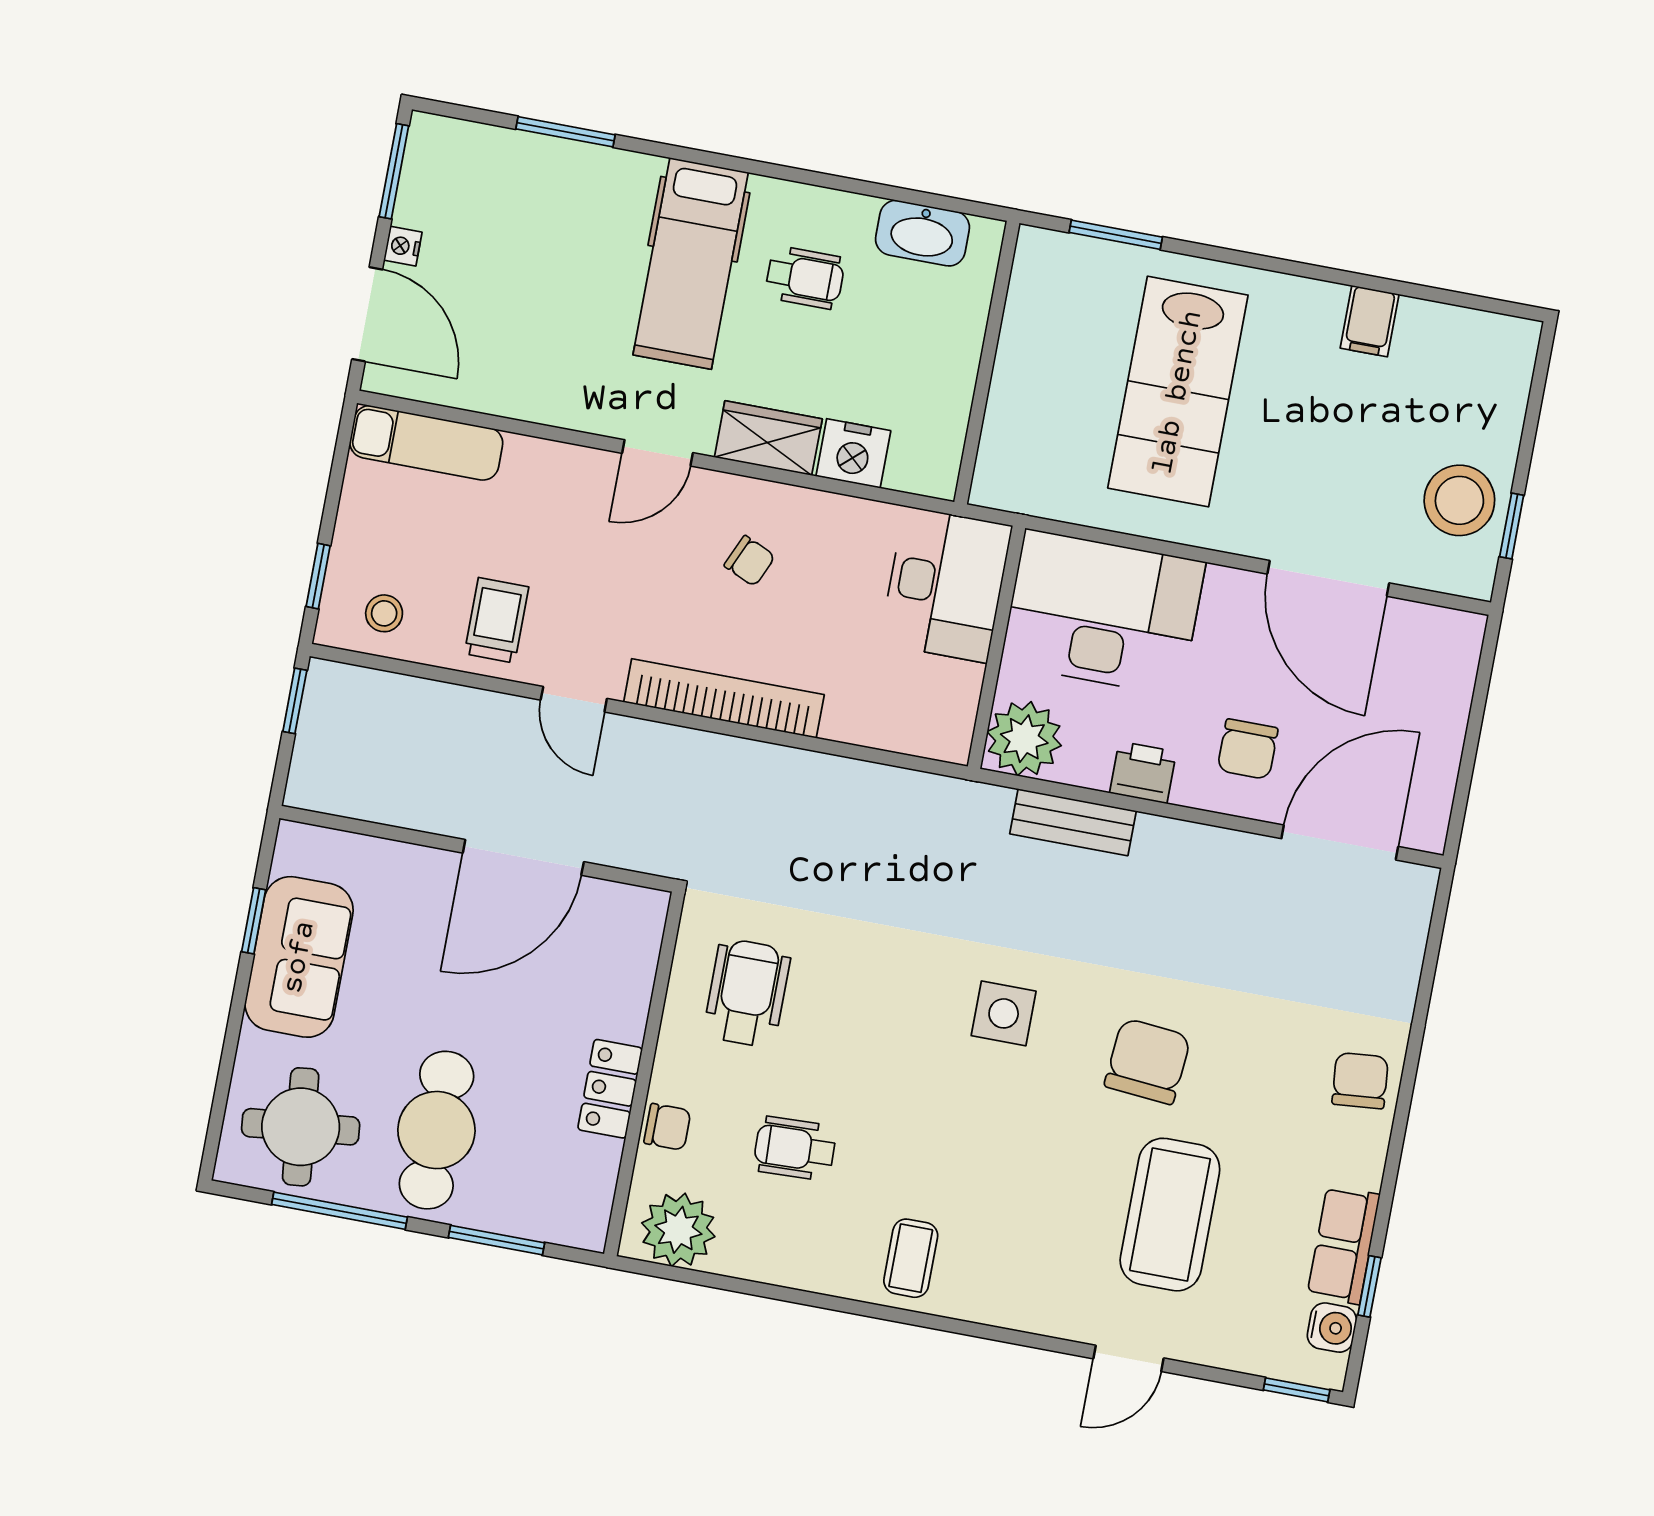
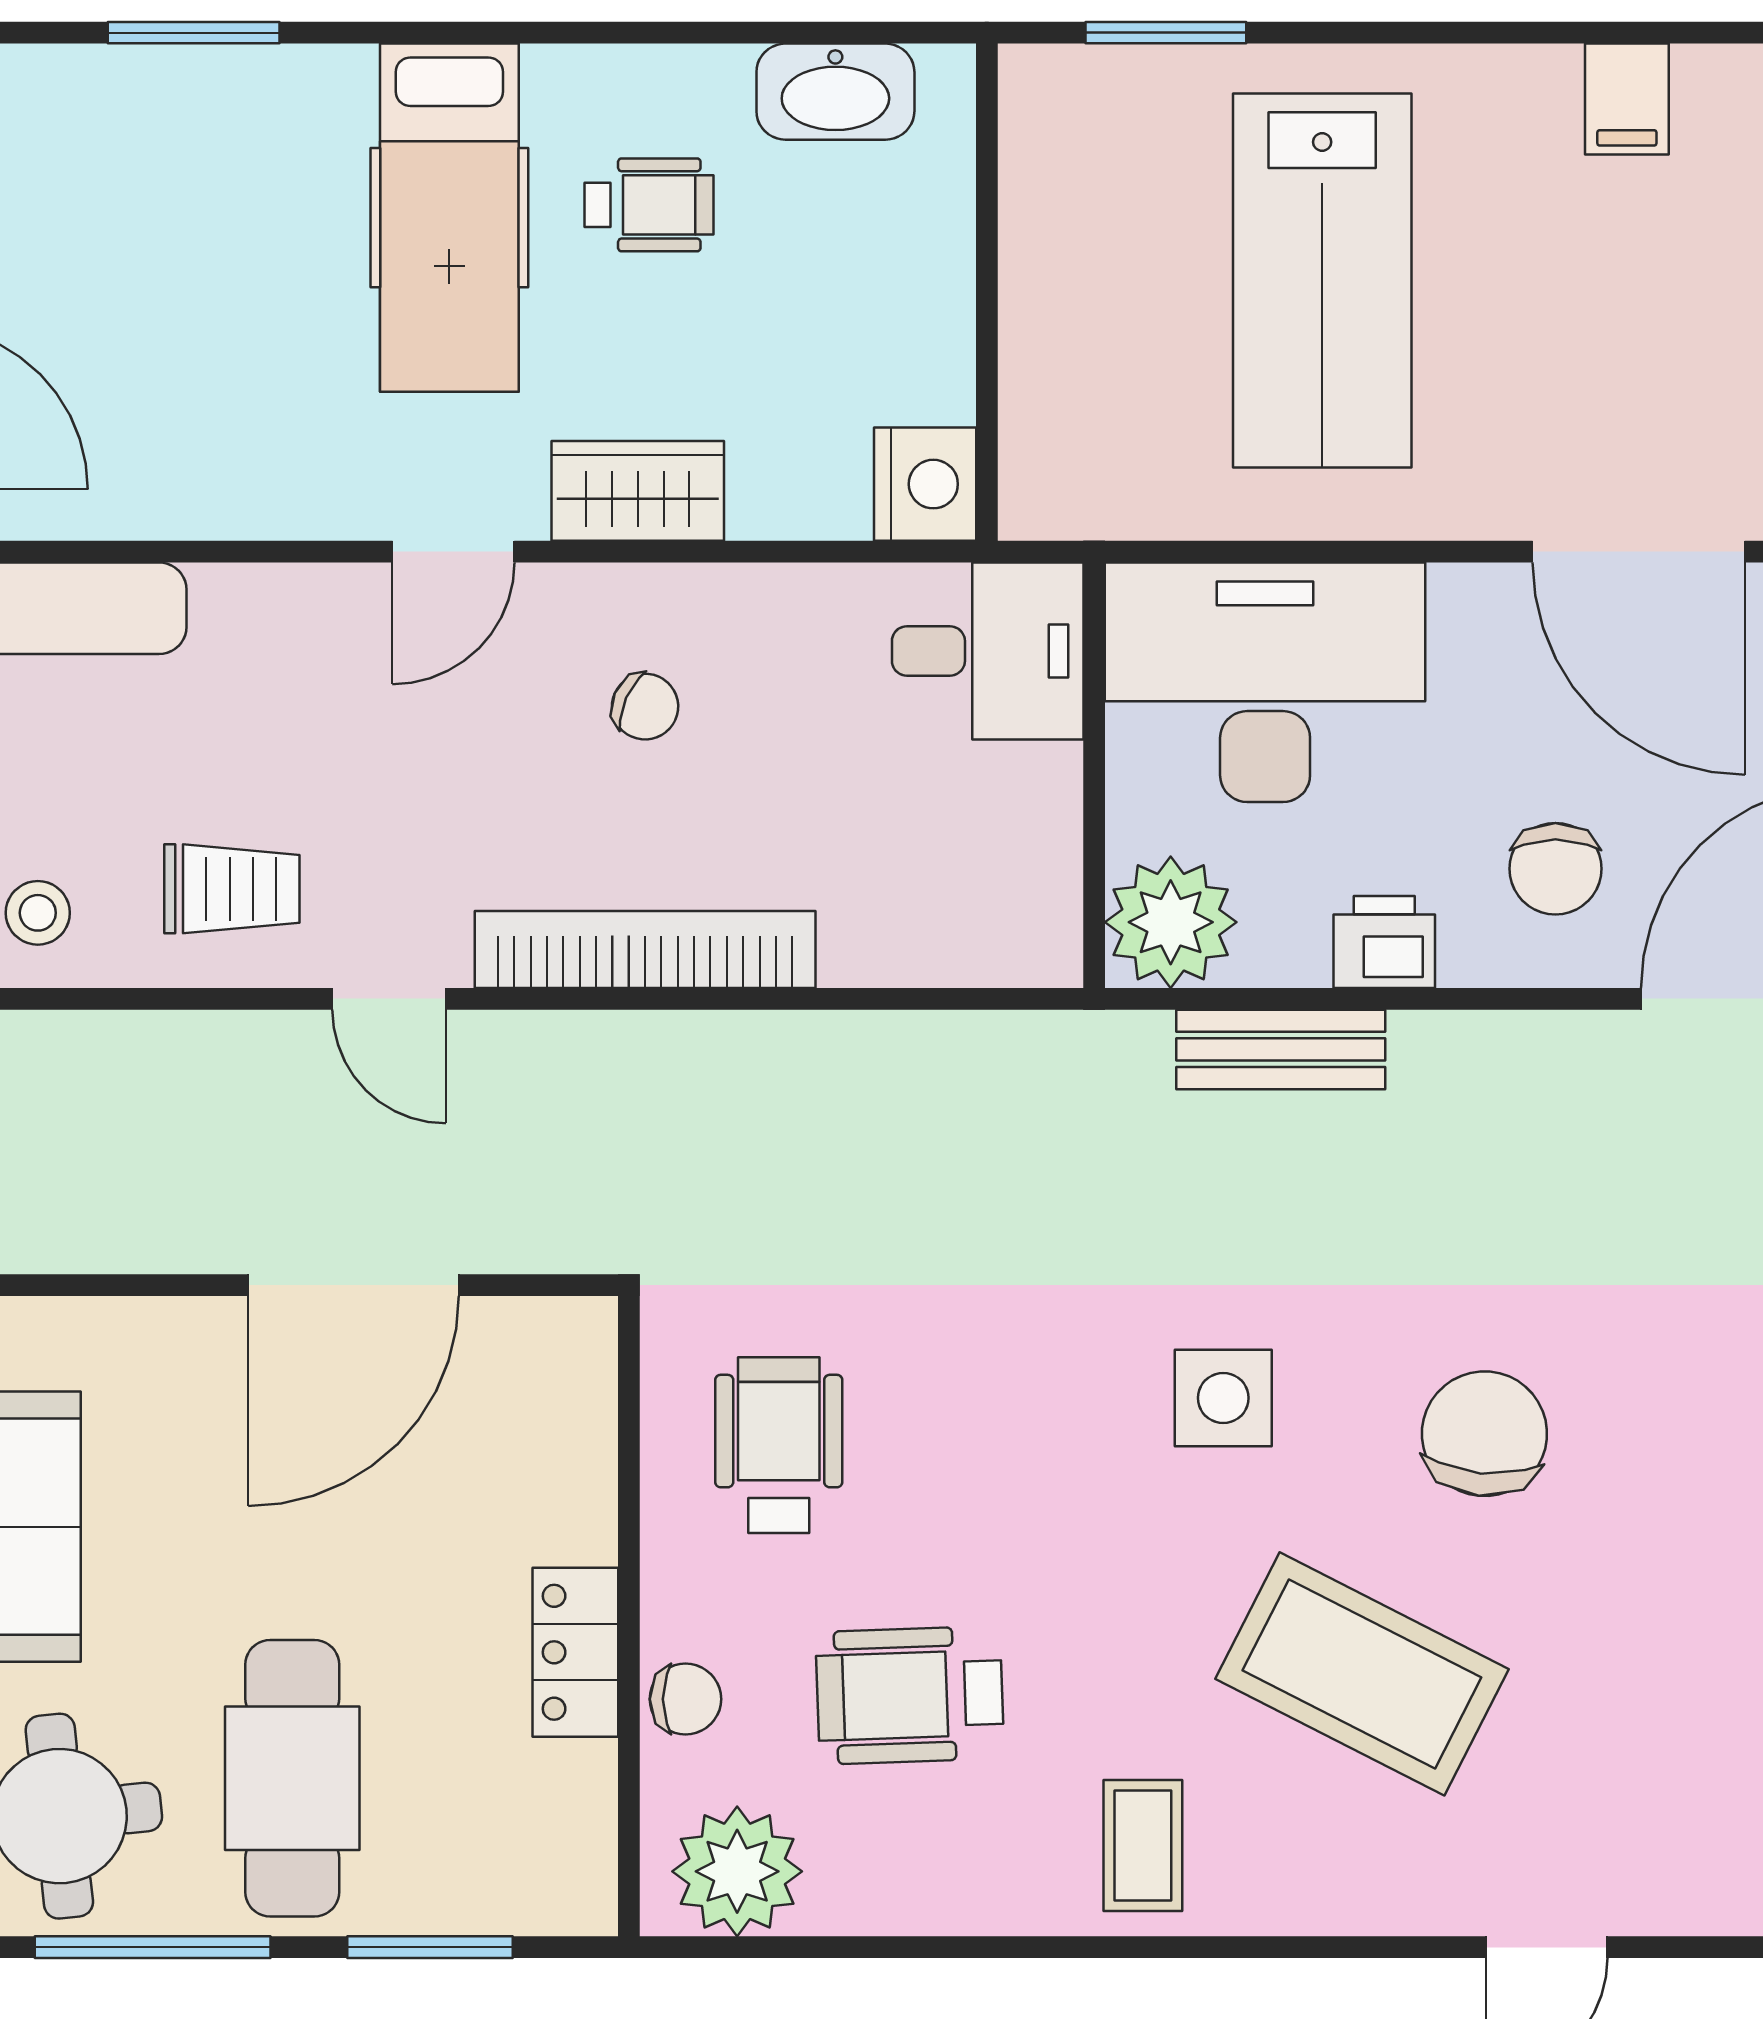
nightstand: (853, 453) -> (925, 484), moved, turned -90
desk: (946, 584) -> (988, 651), width x0.73
trolley: (497, 620) -> (232, 889), turned 90
wheelchair: (795, 1148) -> (910, 1695), width x1.36, depth x1.37
coffee table: (1170, 1215) -> (1362, 1674), moved, turned -63

